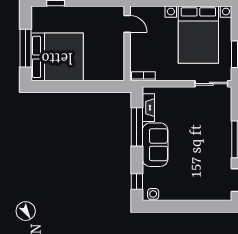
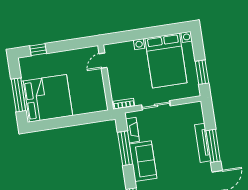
door: (127, 24) -> (103, 61), swing flipped
sliding door: (211, 84) -> (156, 105), moved
tv unit: (226, 134) -> (203, 143), added

